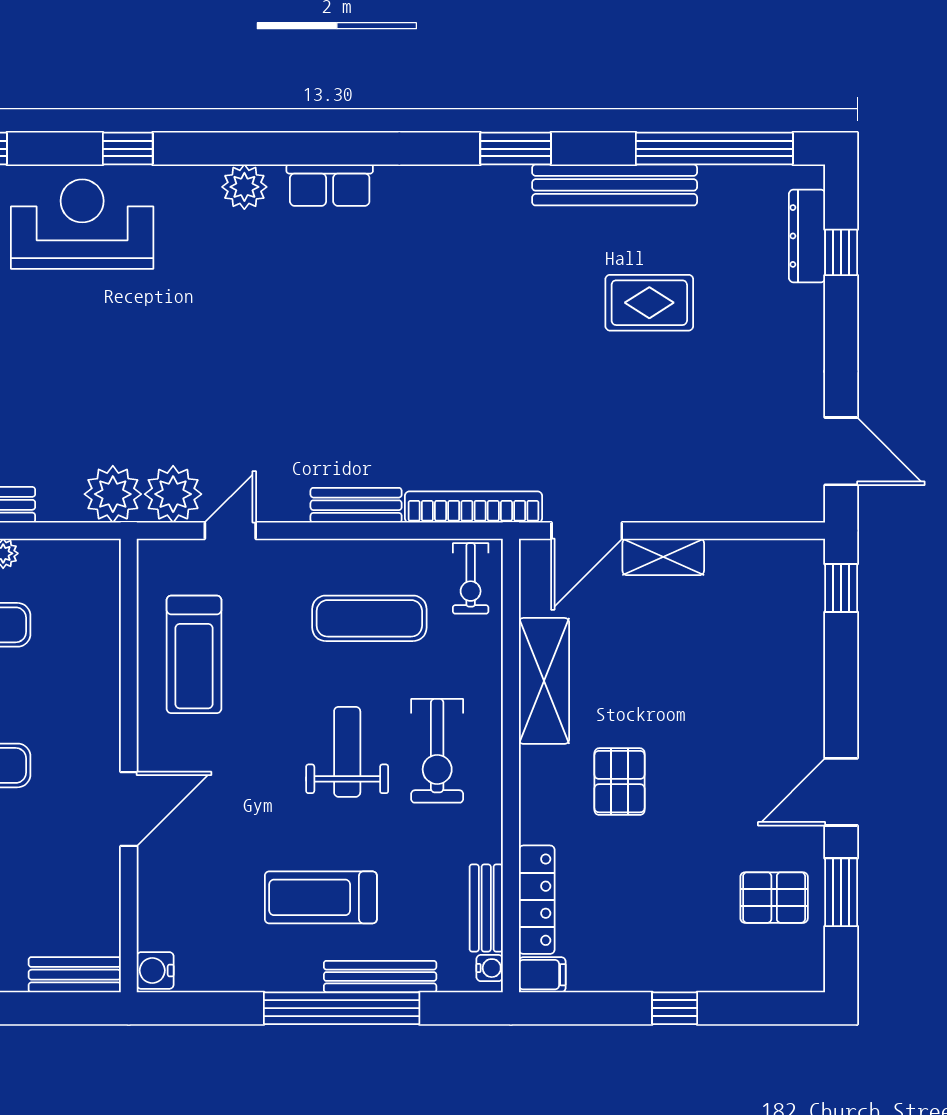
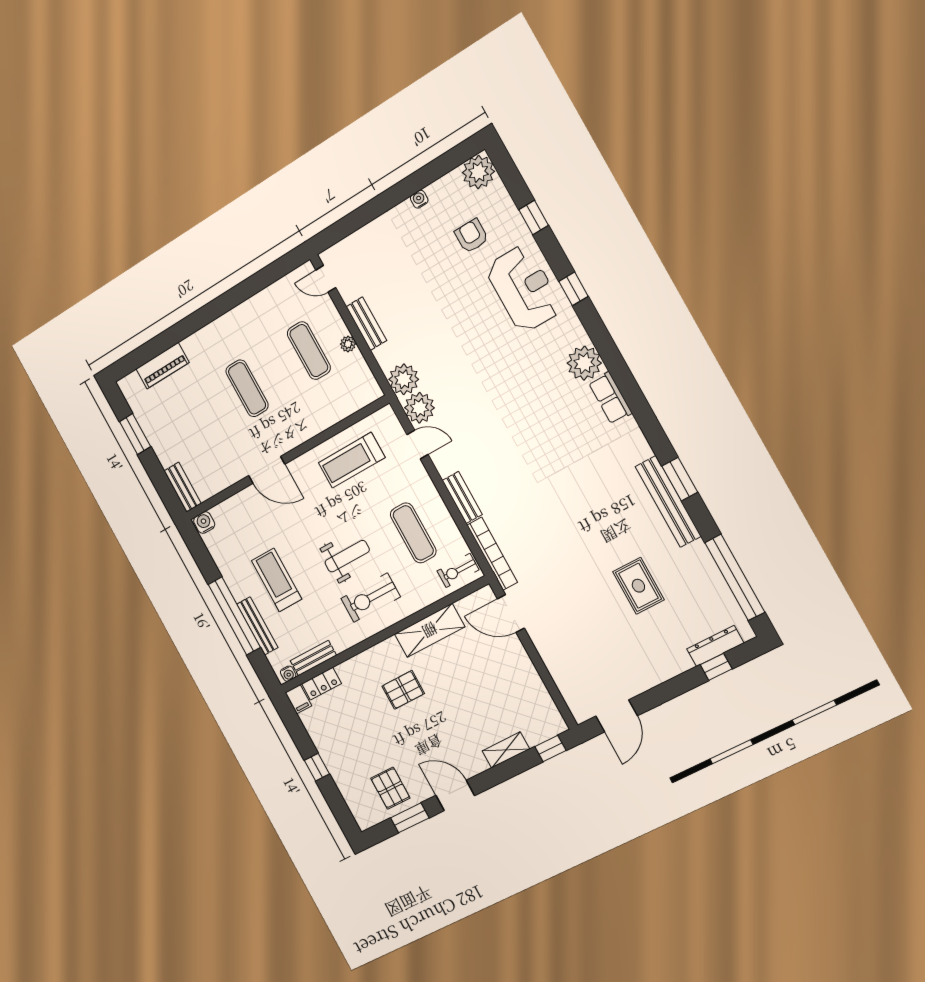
bench: (615, 185) -> (668, 501), moved
plant: (244, 187) -> (584, 363), width x1.36, depth x1.36
shelving: (663, 557) -> (506, 750), moved, turned 90
locker: (537, 900) -> (321, 684), width x0.66

